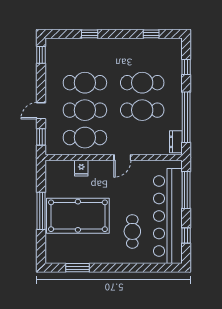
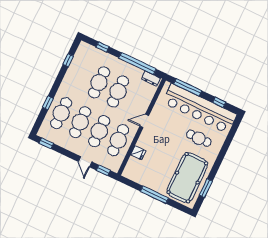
cafe table: (85, 55) -> (61, 113), added
door: (122, 158) -> (144, 121), swing flipped
pool table: (78, 216) -> (187, 178), moved

